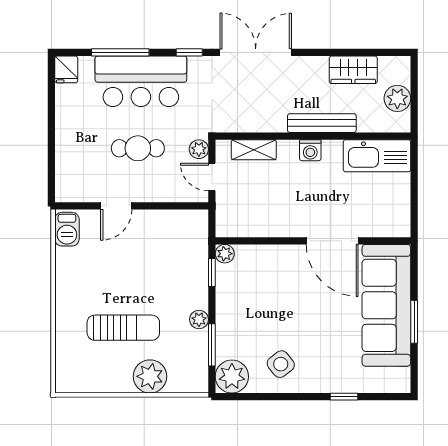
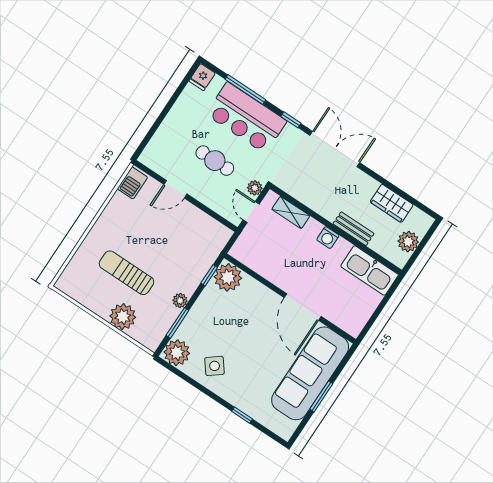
bench: (322, 123) -> (354, 229), width x0.73
plant: (225, 254) -> (228, 277), width x1.87, depth x1.87
sun lounger: (123, 328) -> (127, 273), turned 180

